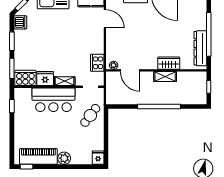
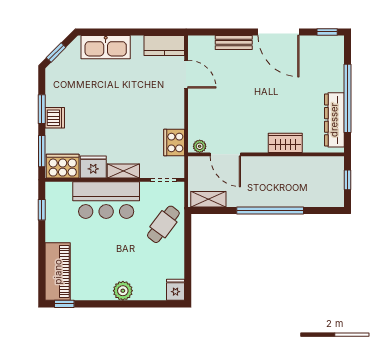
dishwasher: (20, 22) -> (55, 118), moved
shelving: (165, 77) -> (208, 199), moved
piano: (38, 156) -> (58, 272), moved, turned 90

